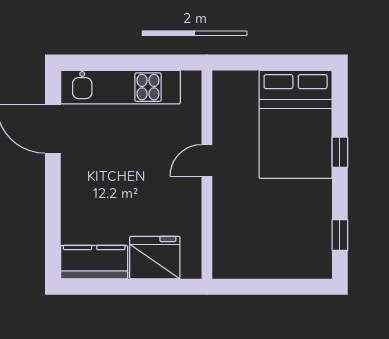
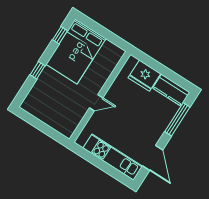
bed: (296, 124) -> (76, 51), moved, turned 180
window: (53, 220) -> (177, 119), added

